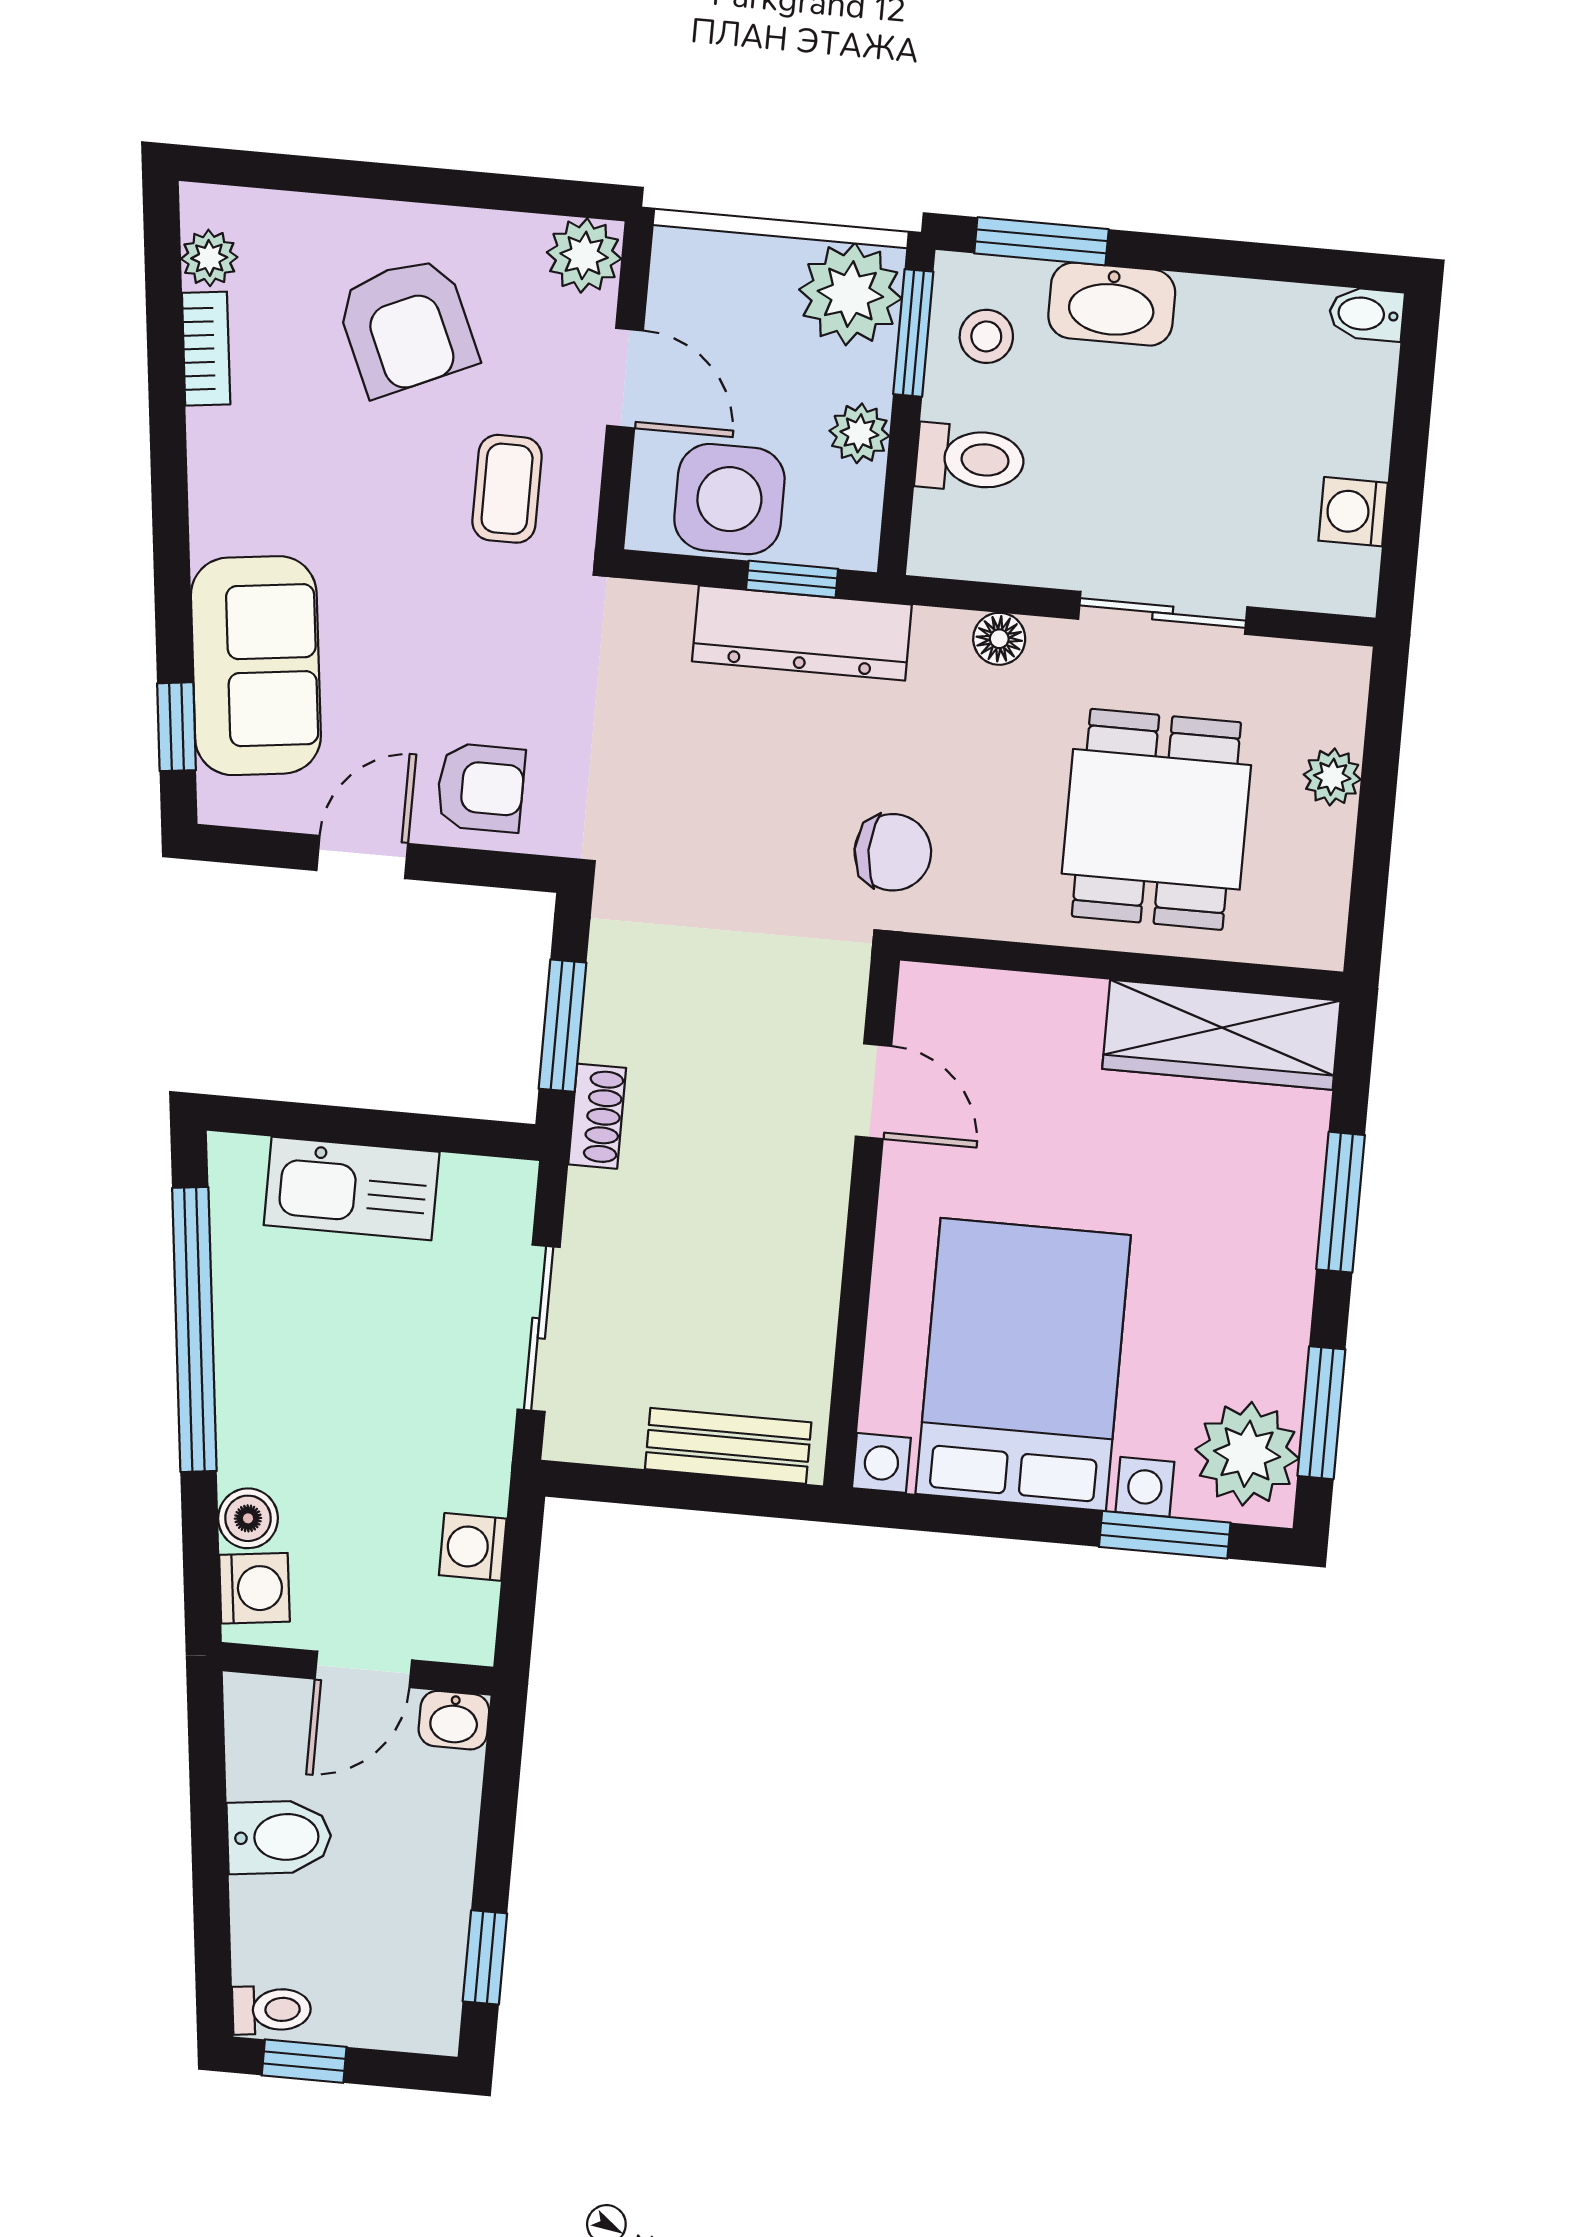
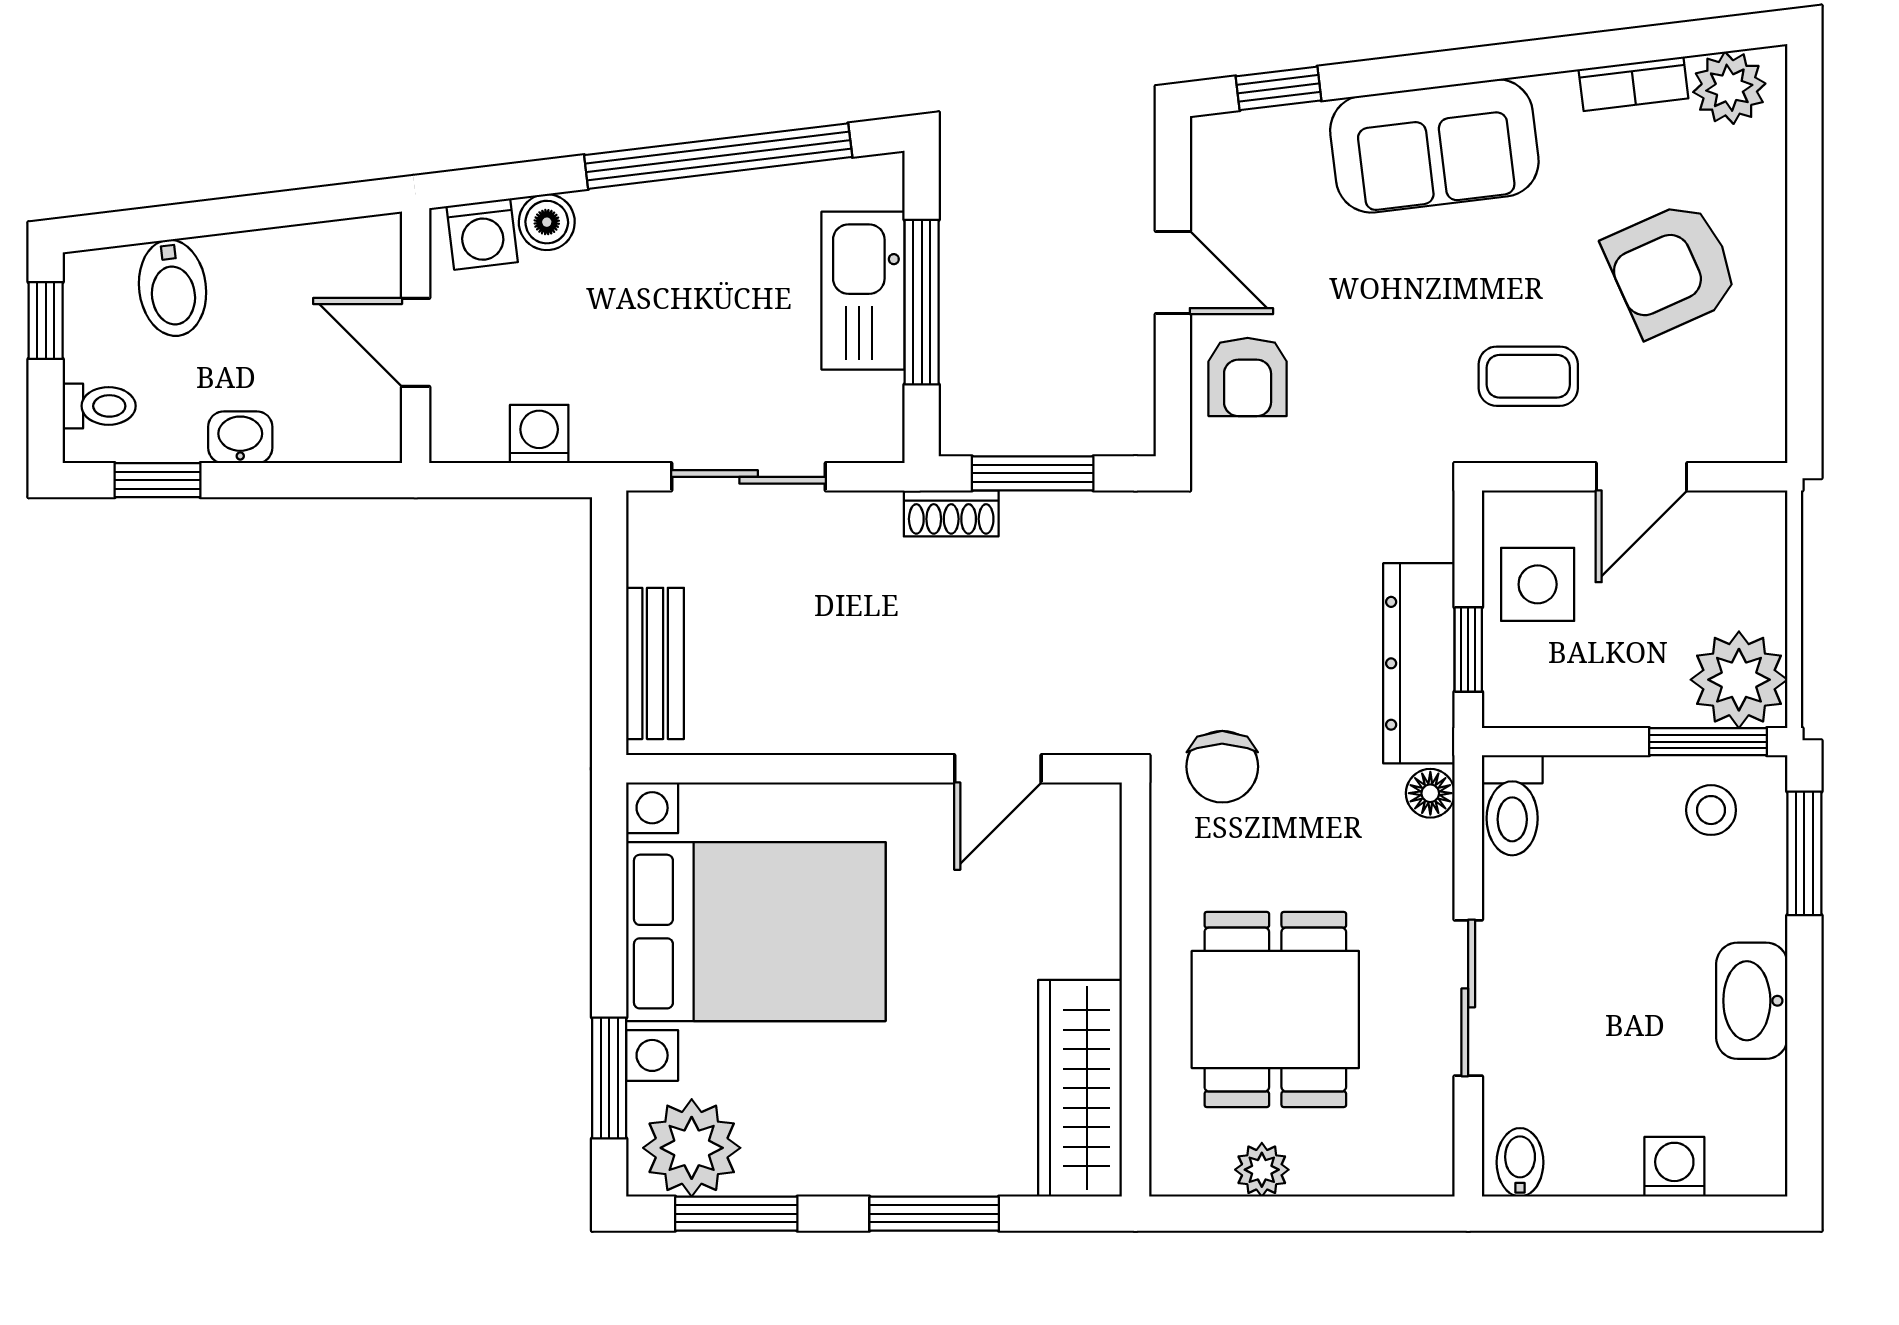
plant: (584, 255) -> (1752, 428), removed
plant: (209, 258) -> (1729, 88), width x1.38, depth x1.38
washbasin: (1112, 304) -> (1752, 1001), moved
bidet: (1366, 314) -> (1520, 1162), moved
plant: (859, 433) -> (1610, 700), removed
toilet: (970, 459) -> (1512, 805), moved
side table: (729, 499) -> (1538, 584), width x0.73, depth x0.73
washing machine: (1353, 512) -> (1674, 1167), moved
floor lamp: (999, 639) -> (1430, 793), moved
sofa: (256, 666) -> (1434, 146), moved
plant: (1332, 777) -> (1262, 1170), moved
dining table: (1156, 819) -> (1275, 1010), turned 90
window: (369, 1127) -> (922, 302), added
washbasin: (454, 1720) -> (240, 437), moved, turned 90
bidet: (279, 1837) -> (173, 288), moved
toilet: (272, 2010) -> (99, 406), moved, turned -83

